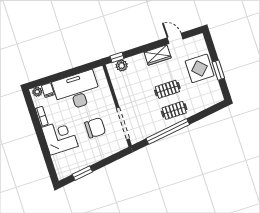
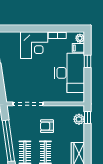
window: (59, 76) -> (87, 61), added
armchair: (140, 96) -> (47, 126), added
chair: (95, 128) -> (32, 78), removed

